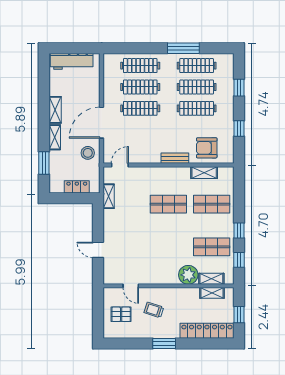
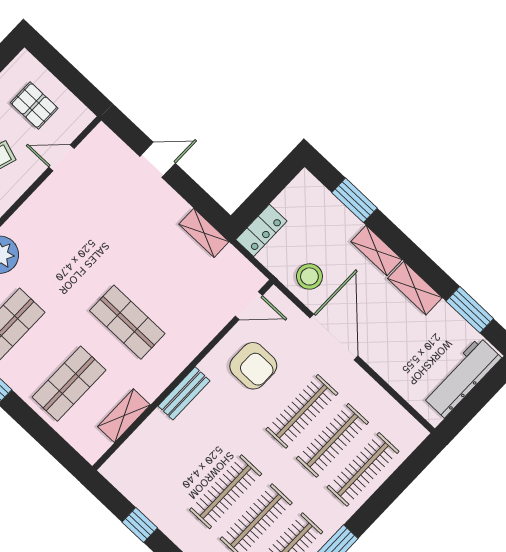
window: (44, 82) -> (470, 310), added
armchair: (207, 148) -> (253, 366), moved, turned 90
door: (120, 165) -> (249, 306), hinge flipped
locker: (77, 187) -> (261, 230), moved
shelving: (109, 196) -> (204, 233), moved
shop shelf: (168, 204) -> (127, 322), turned 90
pallet: (121, 314) -> (34, 106), turned 90

